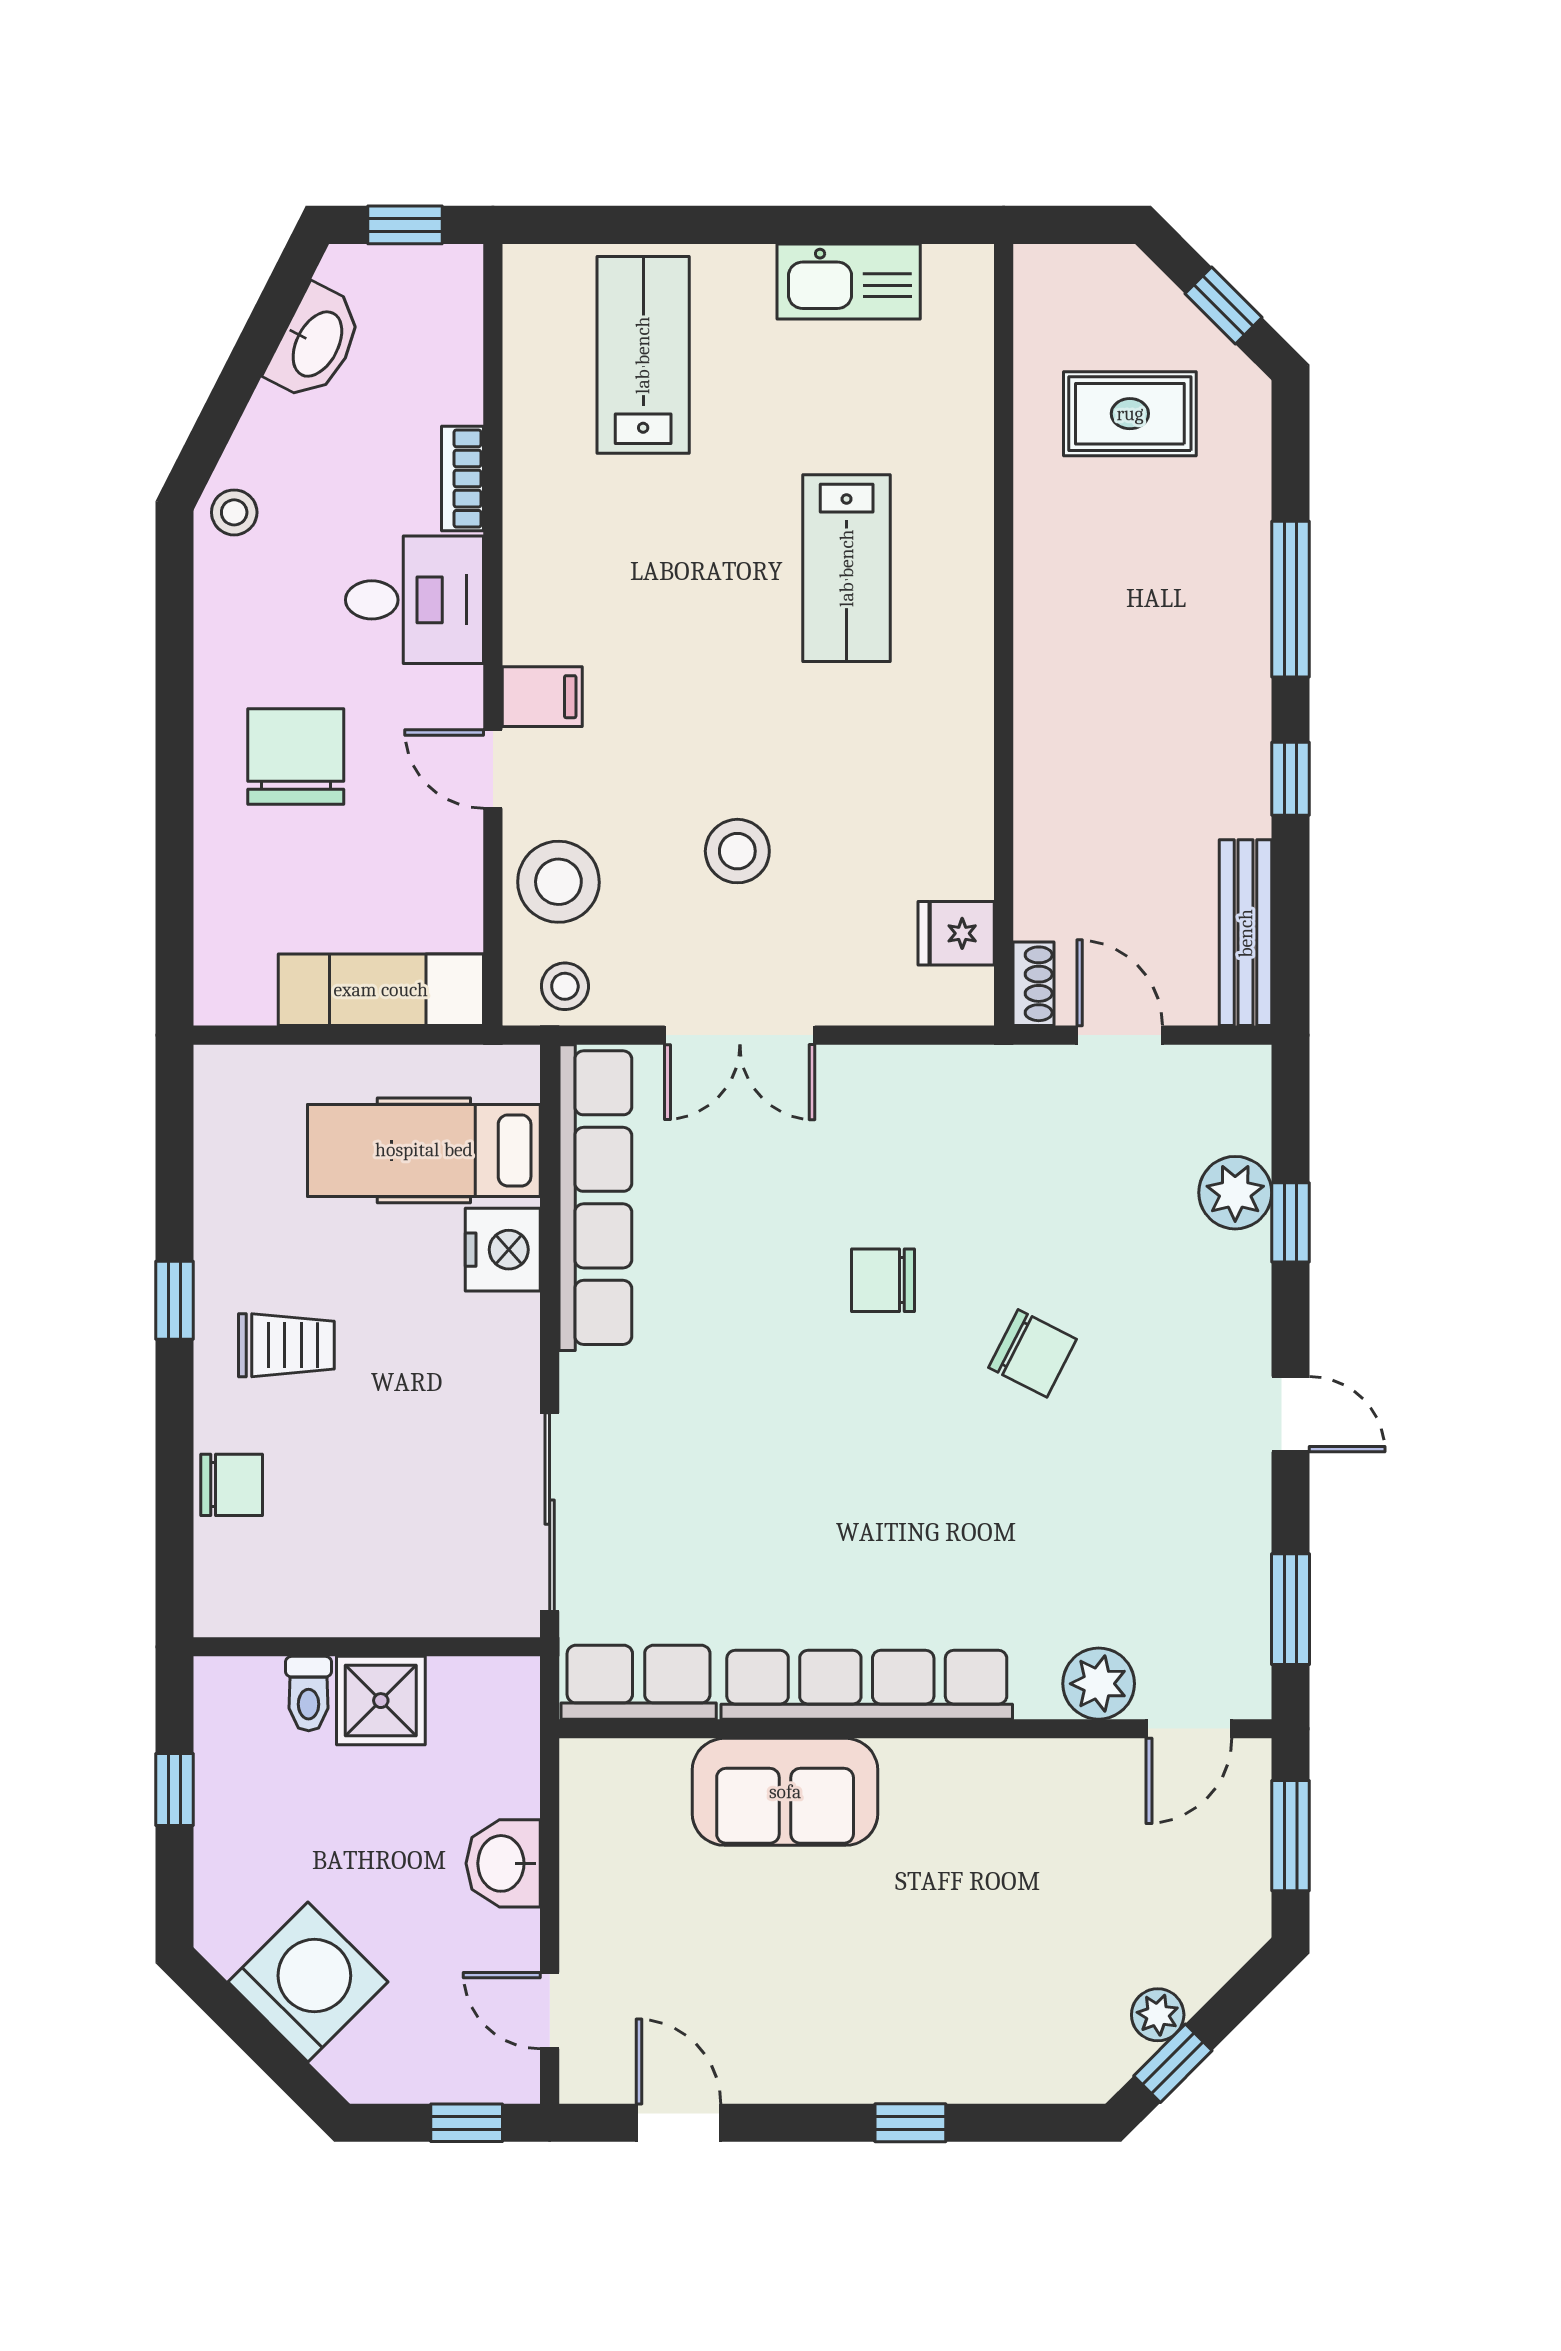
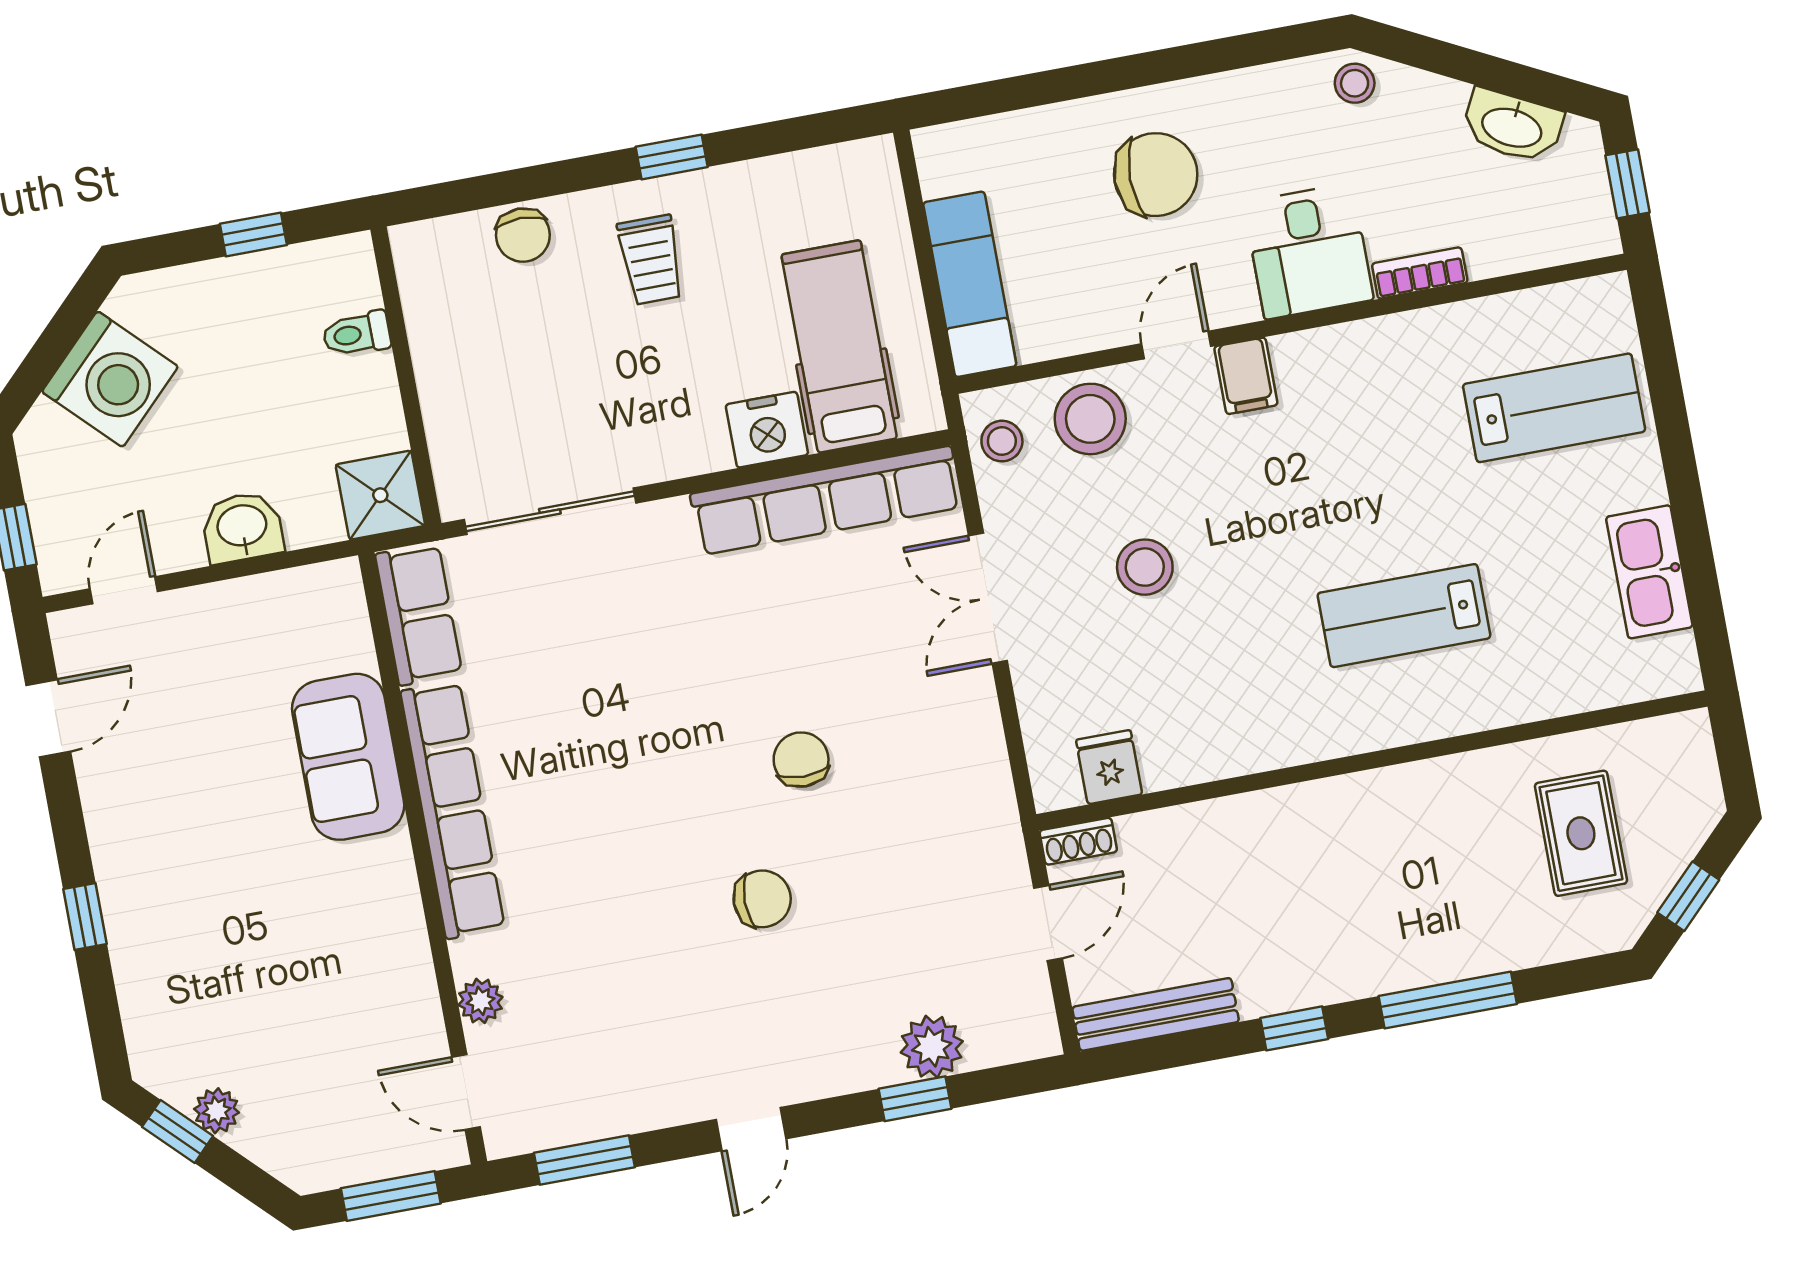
chair: (1033, 1353) -> (762, 899), turned -117
plant: (1099, 1684) -> (480, 1001), width x0.73, depth x0.73
shower: (381, 1701) -> (380, 495), moved

